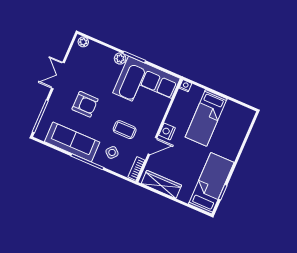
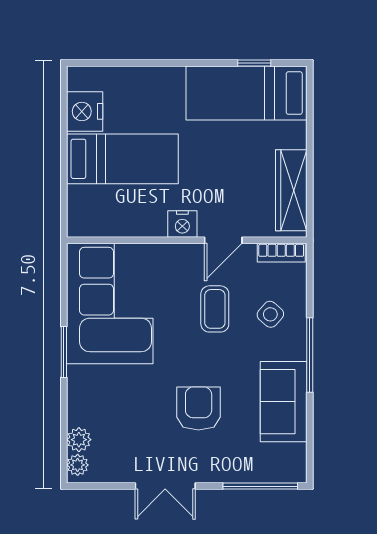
plant: (120, 59) -> (79, 440), moved
nightstand: (185, 86) -> (85, 111), moved, width x1.89, depth x1.79
sofa: (72, 142) -> (284, 402), width x0.73
door: (153, 146) -> (223, 240), swing flipped

